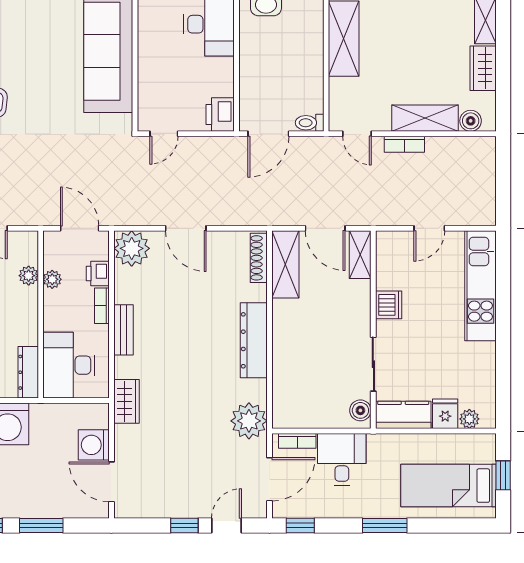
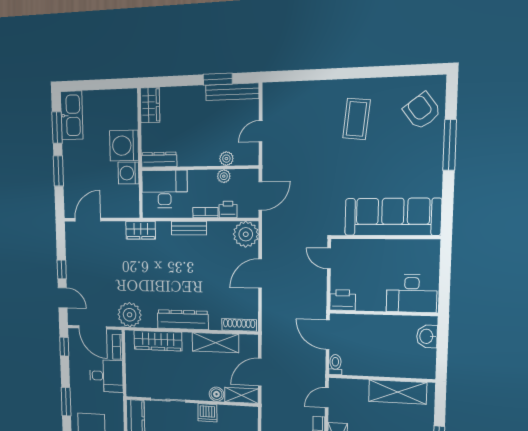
shelving: (285, 264) -> (215, 343), moved
wardrobe: (286, 378) -> (158, 341), added
boiler: (360, 410) -> (217, 394), moved
washing machine: (94, 445) -> (128, 173), moved, turned -90

